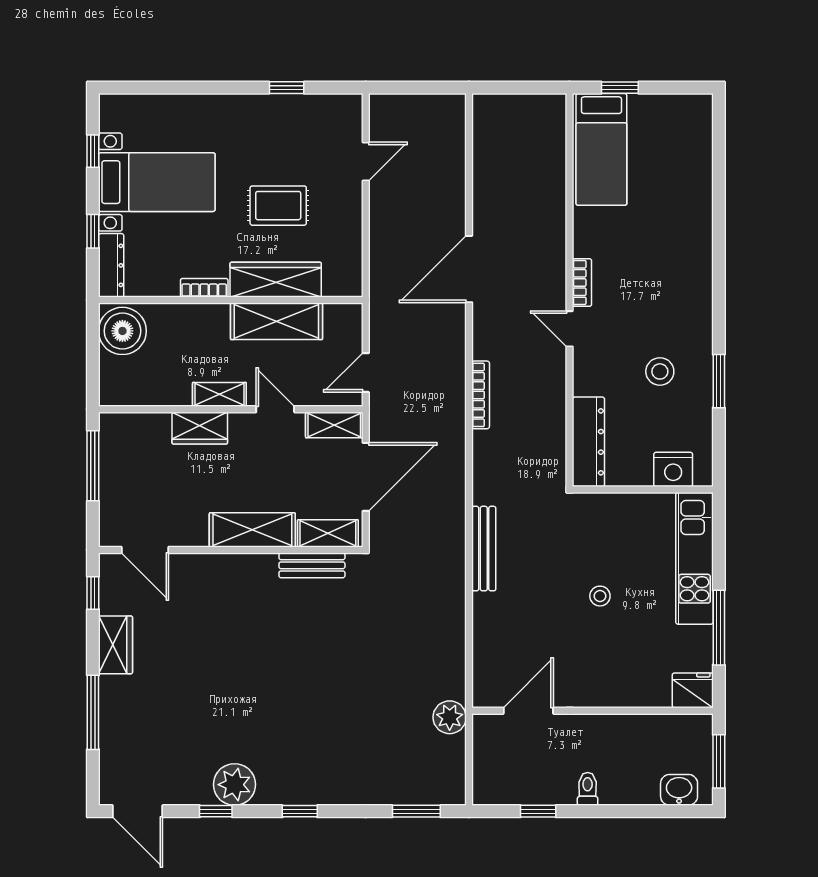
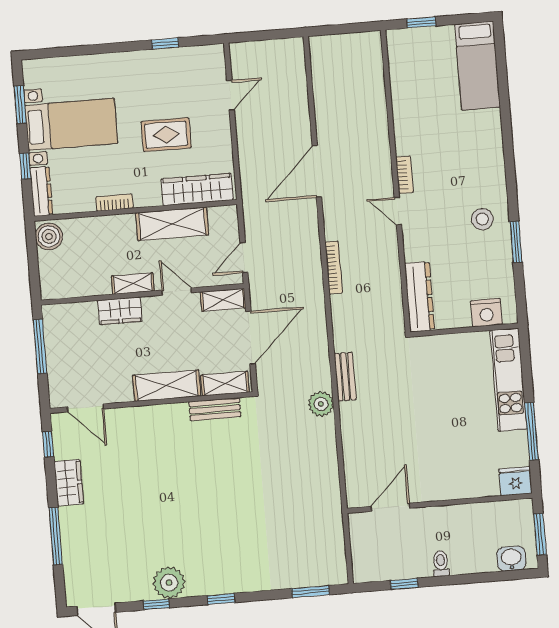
bed: (601, 149) -> (478, 66), moved
window: (93, 151) -> (20, 105), width x1.50
wardrobe: (276, 280) -> (197, 189), moved
boiler: (122, 331) -> (49, 236), width x0.73, depth x0.73
stool: (660, 371) -> (482, 219), moved
bench: (484, 549) -> (345, 377), width x0.73
stool: (600, 596) -> (438, 415), removed
plant: (450, 717) -> (321, 404), moved

